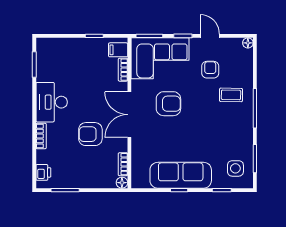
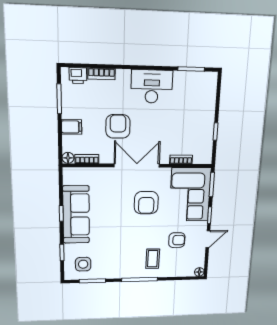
filing cabinet: (118, 50) -> (72, 127), moved, turned 90
bookcase: (41, 136) -> (101, 74), moved

